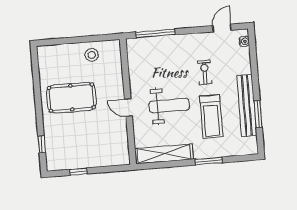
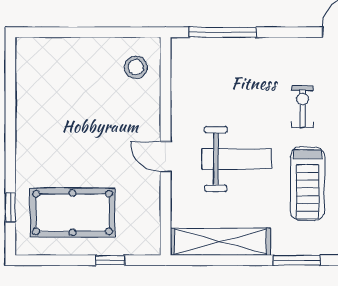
stool: (92, 55) -> (136, 67), moved
pool table: (71, 98) -> (73, 213), moved
window: (78, 172) -> (110, 260), moved

